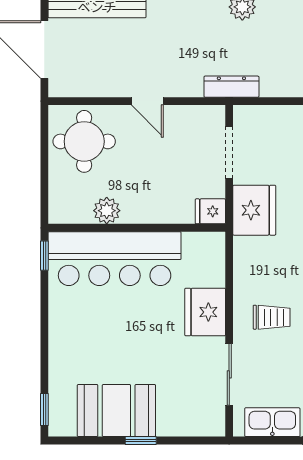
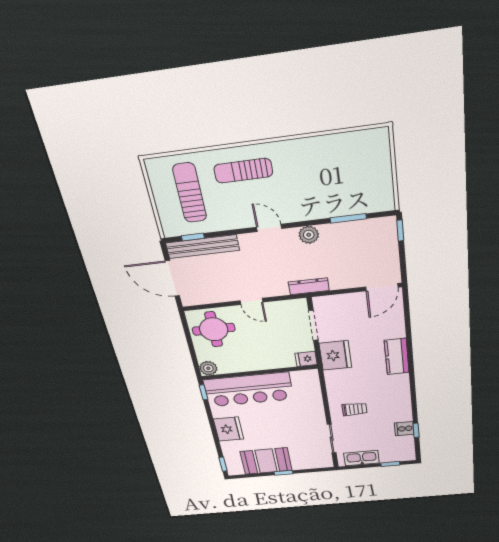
plant: (107, 211) -> (208, 368), moved
fridge: (205, 312) -> (229, 429), moved, turned 180

